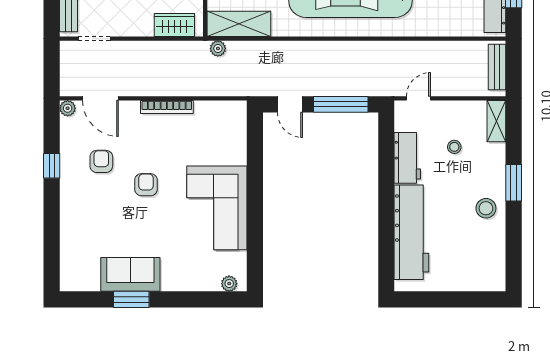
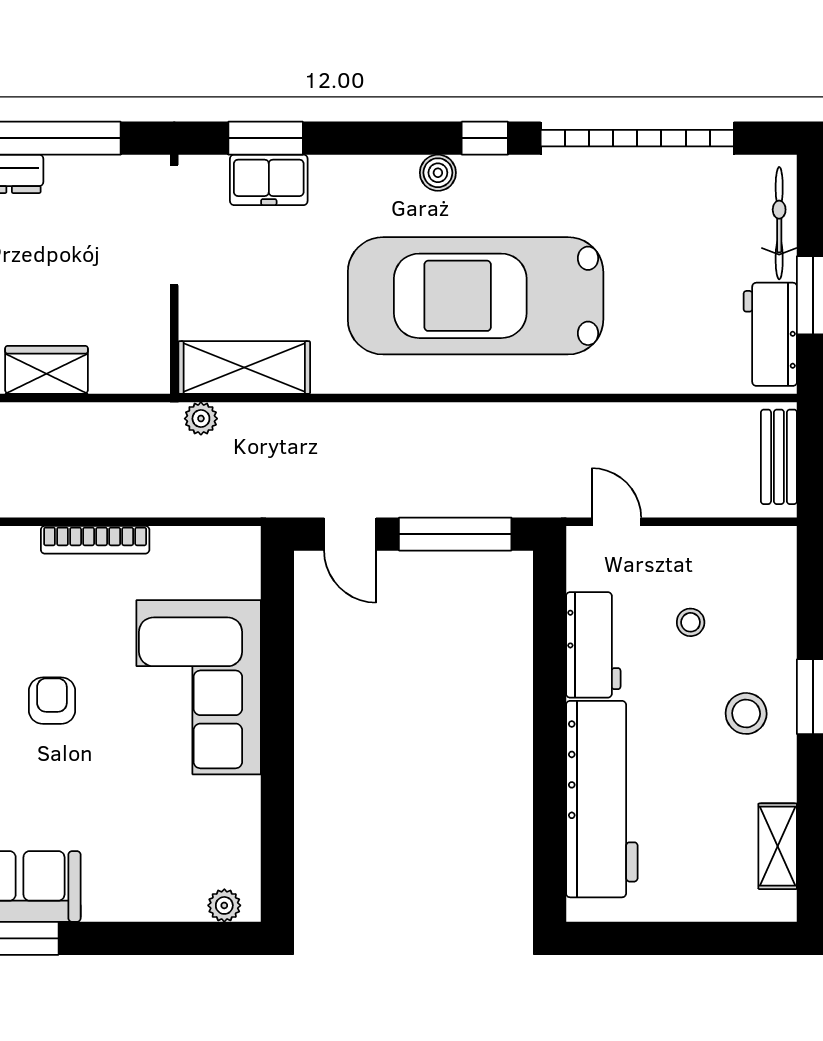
wardrobe: (174, 25) -> (46, 370), moved
door: (418, 98) -> (616, 522), hinge flipped
shelving: (496, 121) -> (778, 846), moved
corner sofa: (217, 208) -> (199, 687), moved
stool: (486, 208) -> (746, 713), moved

